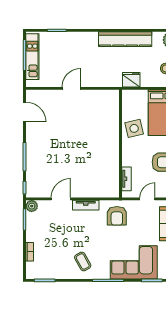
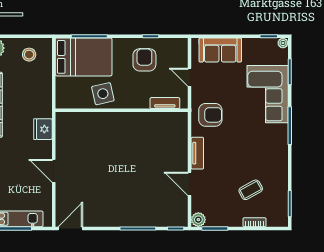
fridge: (131, 80) -> (43, 129), moved
door: (25, 112) -> (70, 228), moved
coffee table: (83, 262) -> (251, 190), moved

